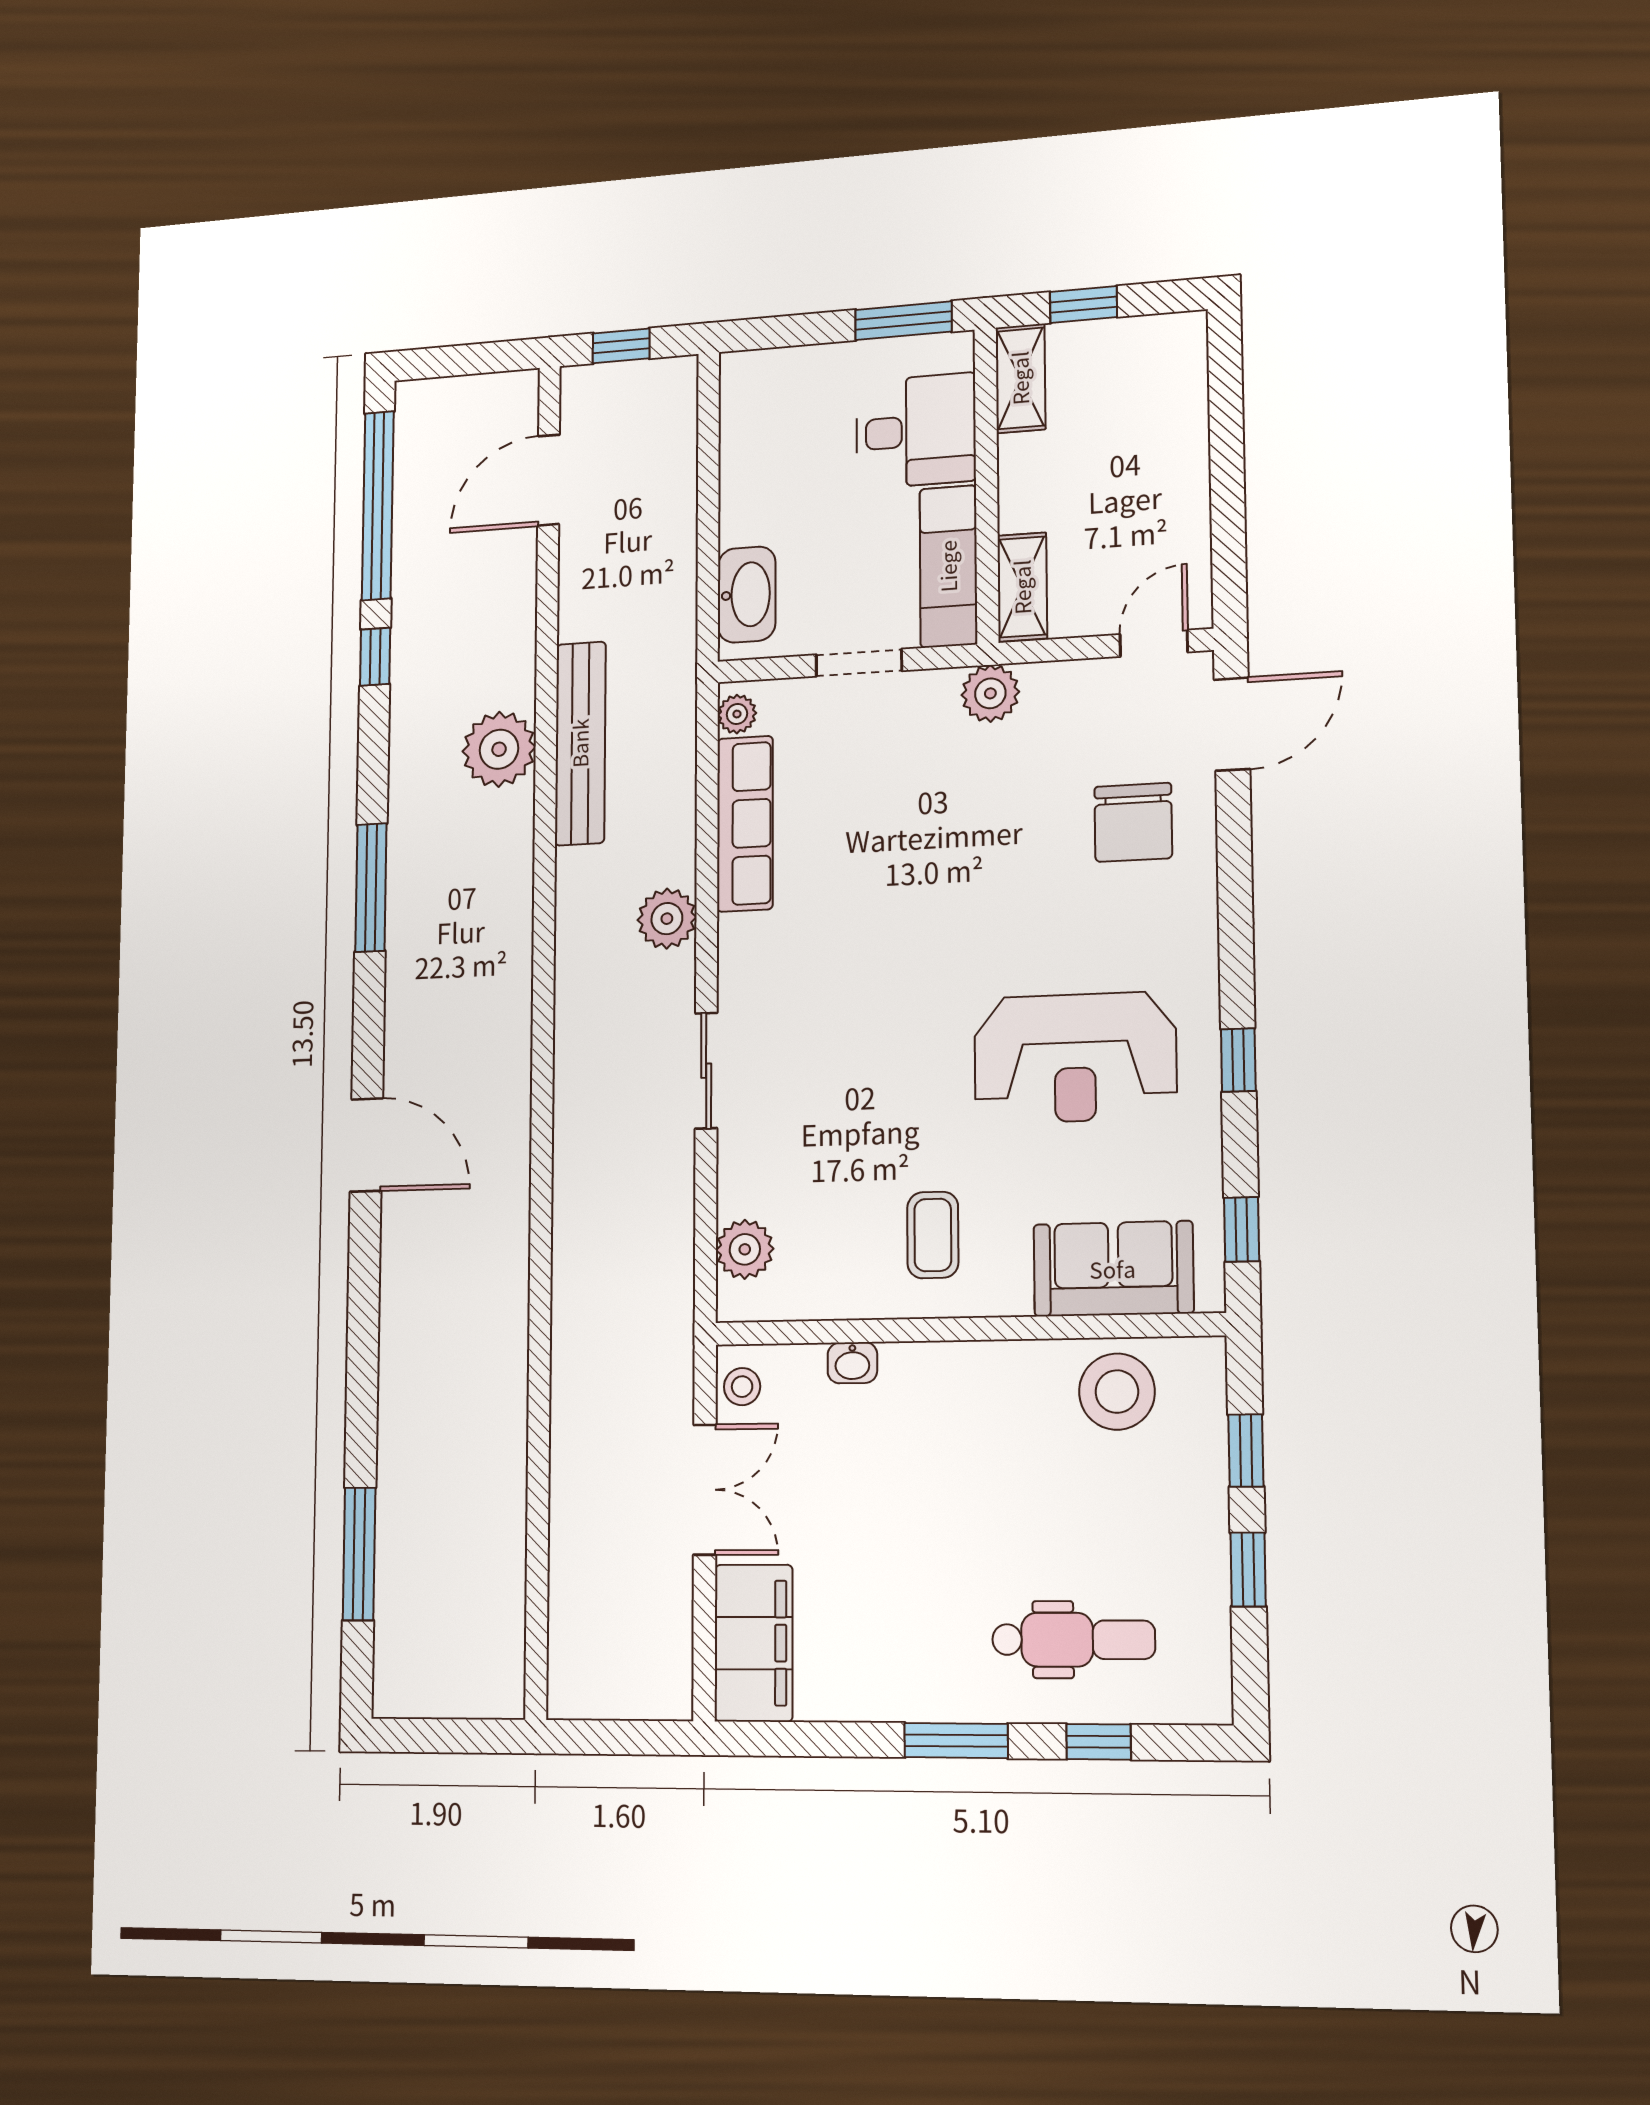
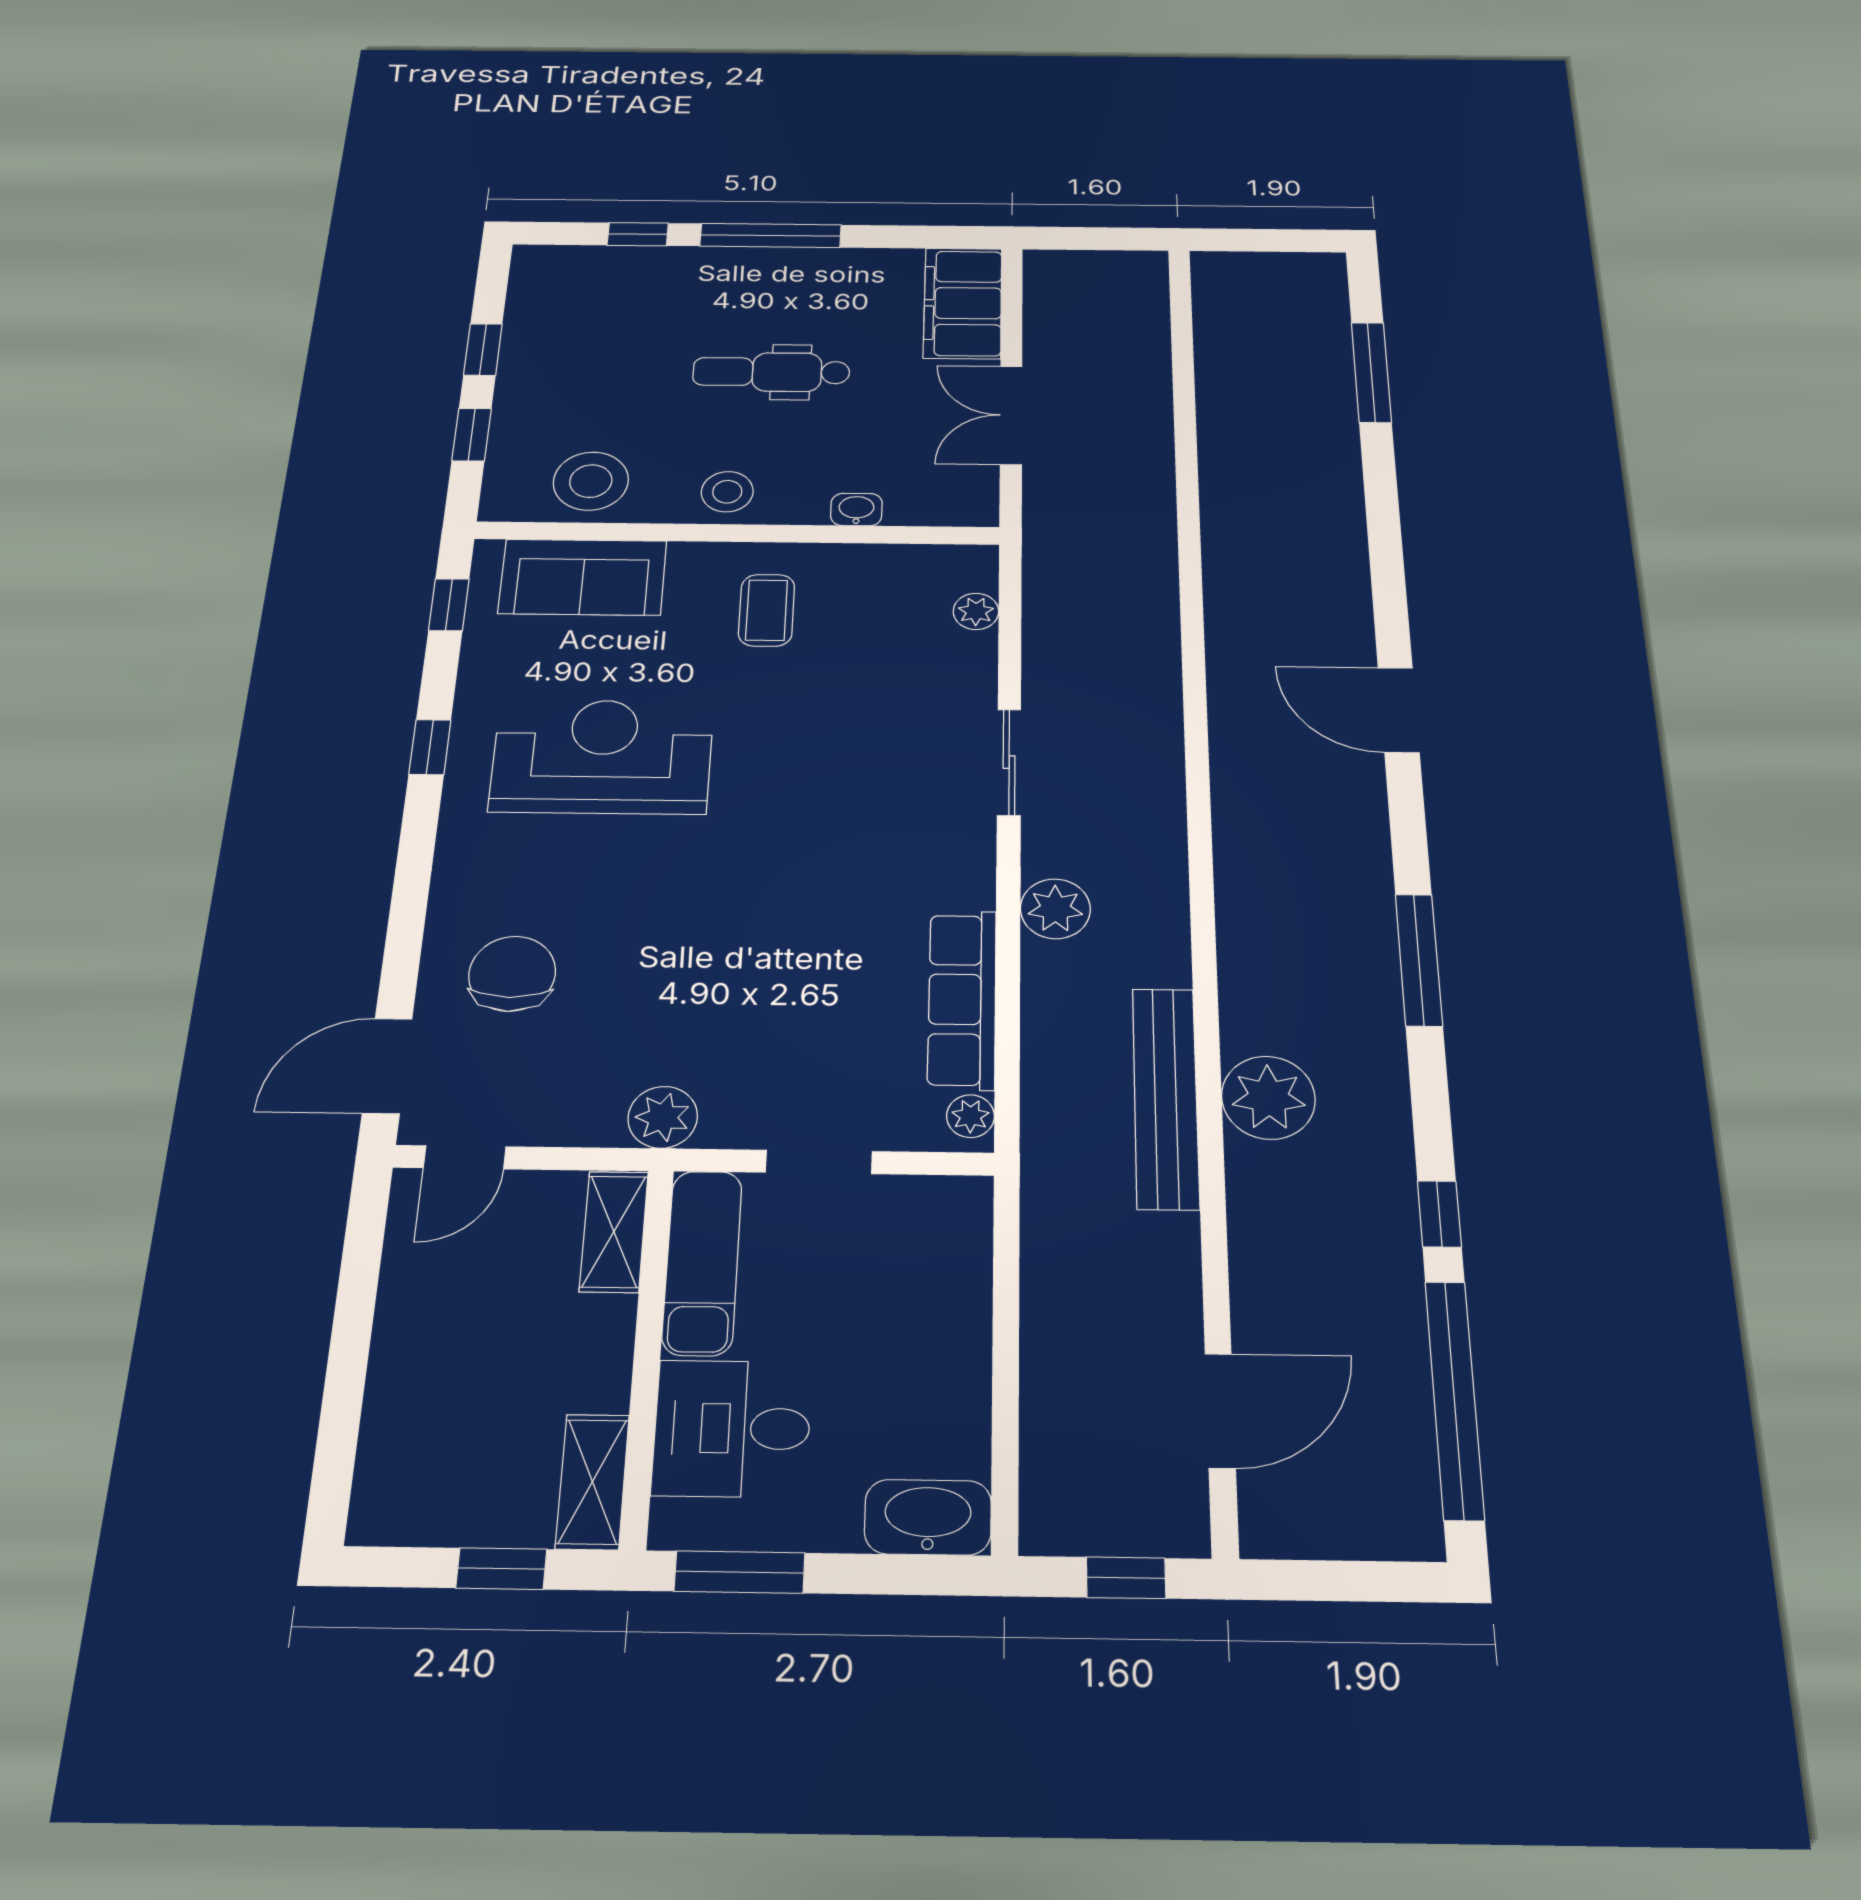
washbasin: (747, 595) -> (928, 1517), moved, turned 90
plant: (745, 1249) -> (976, 611), width x0.73, depth x0.73
stool: (742, 1387) -> (727, 492), moved, width x1.37, depth x1.37
dental chair: (1073, 1640) -> (771, 372), moved
window: (956, 1741) -> (771, 235), width x1.44

